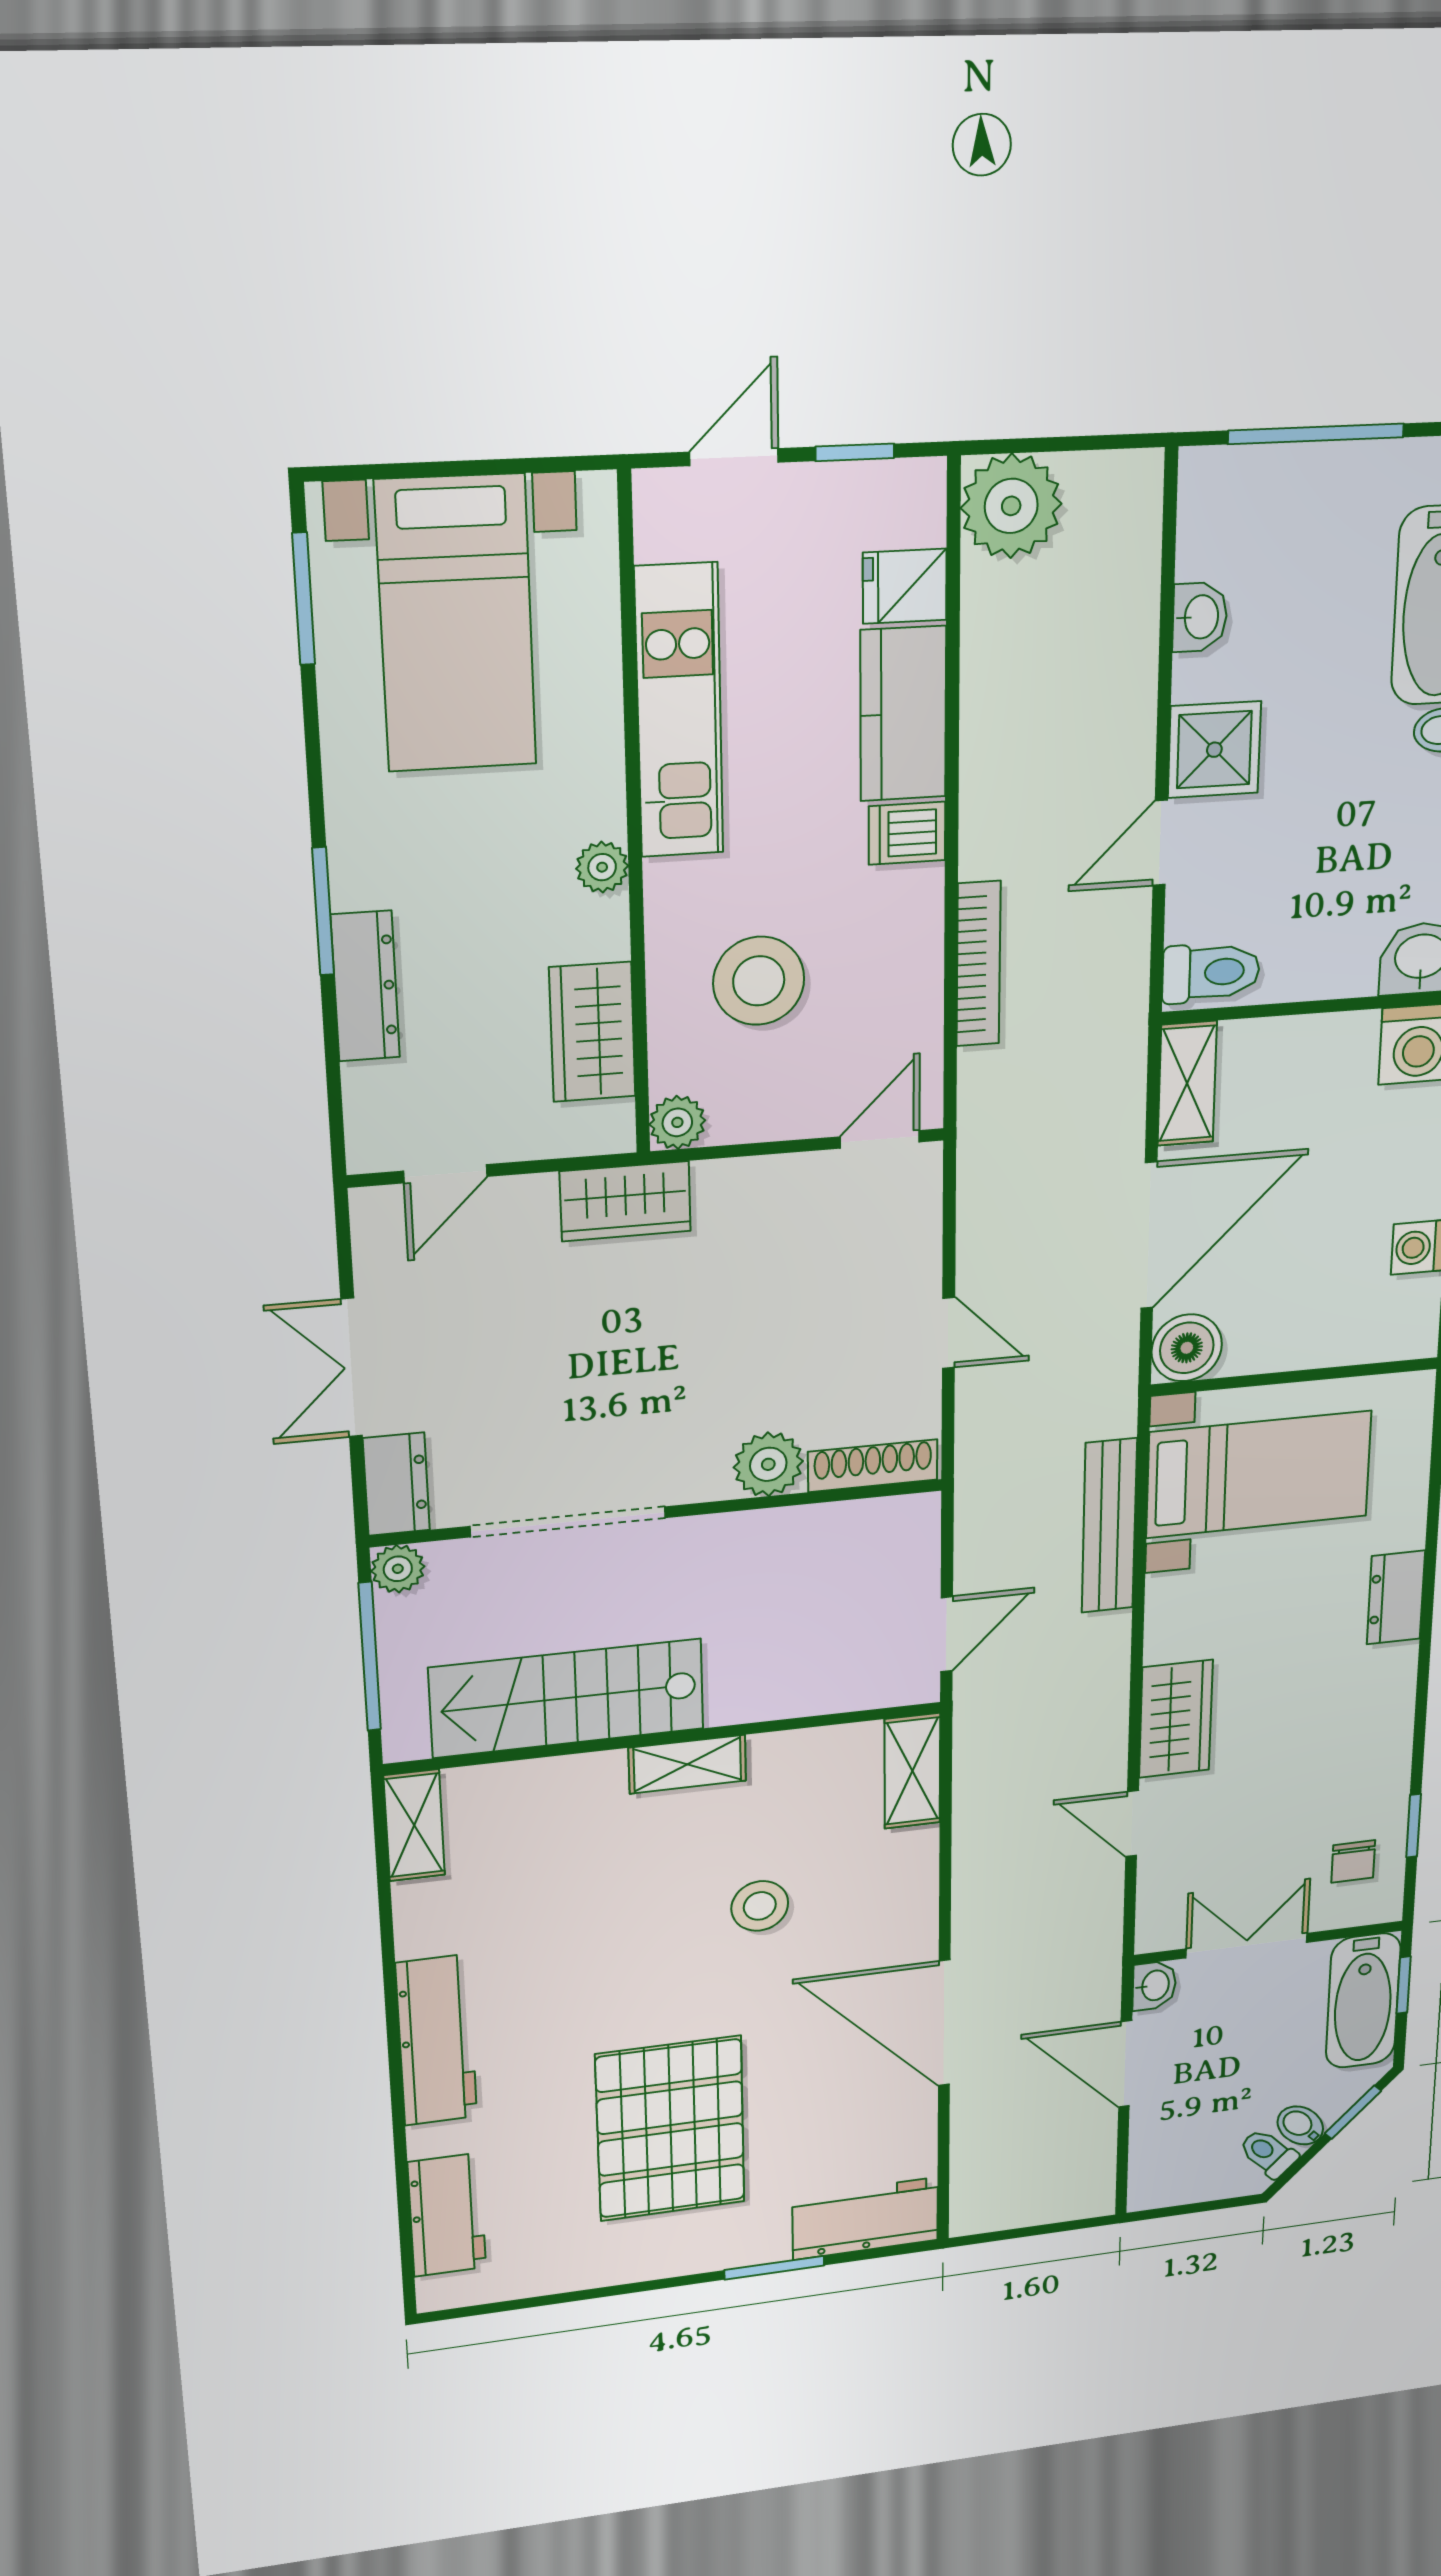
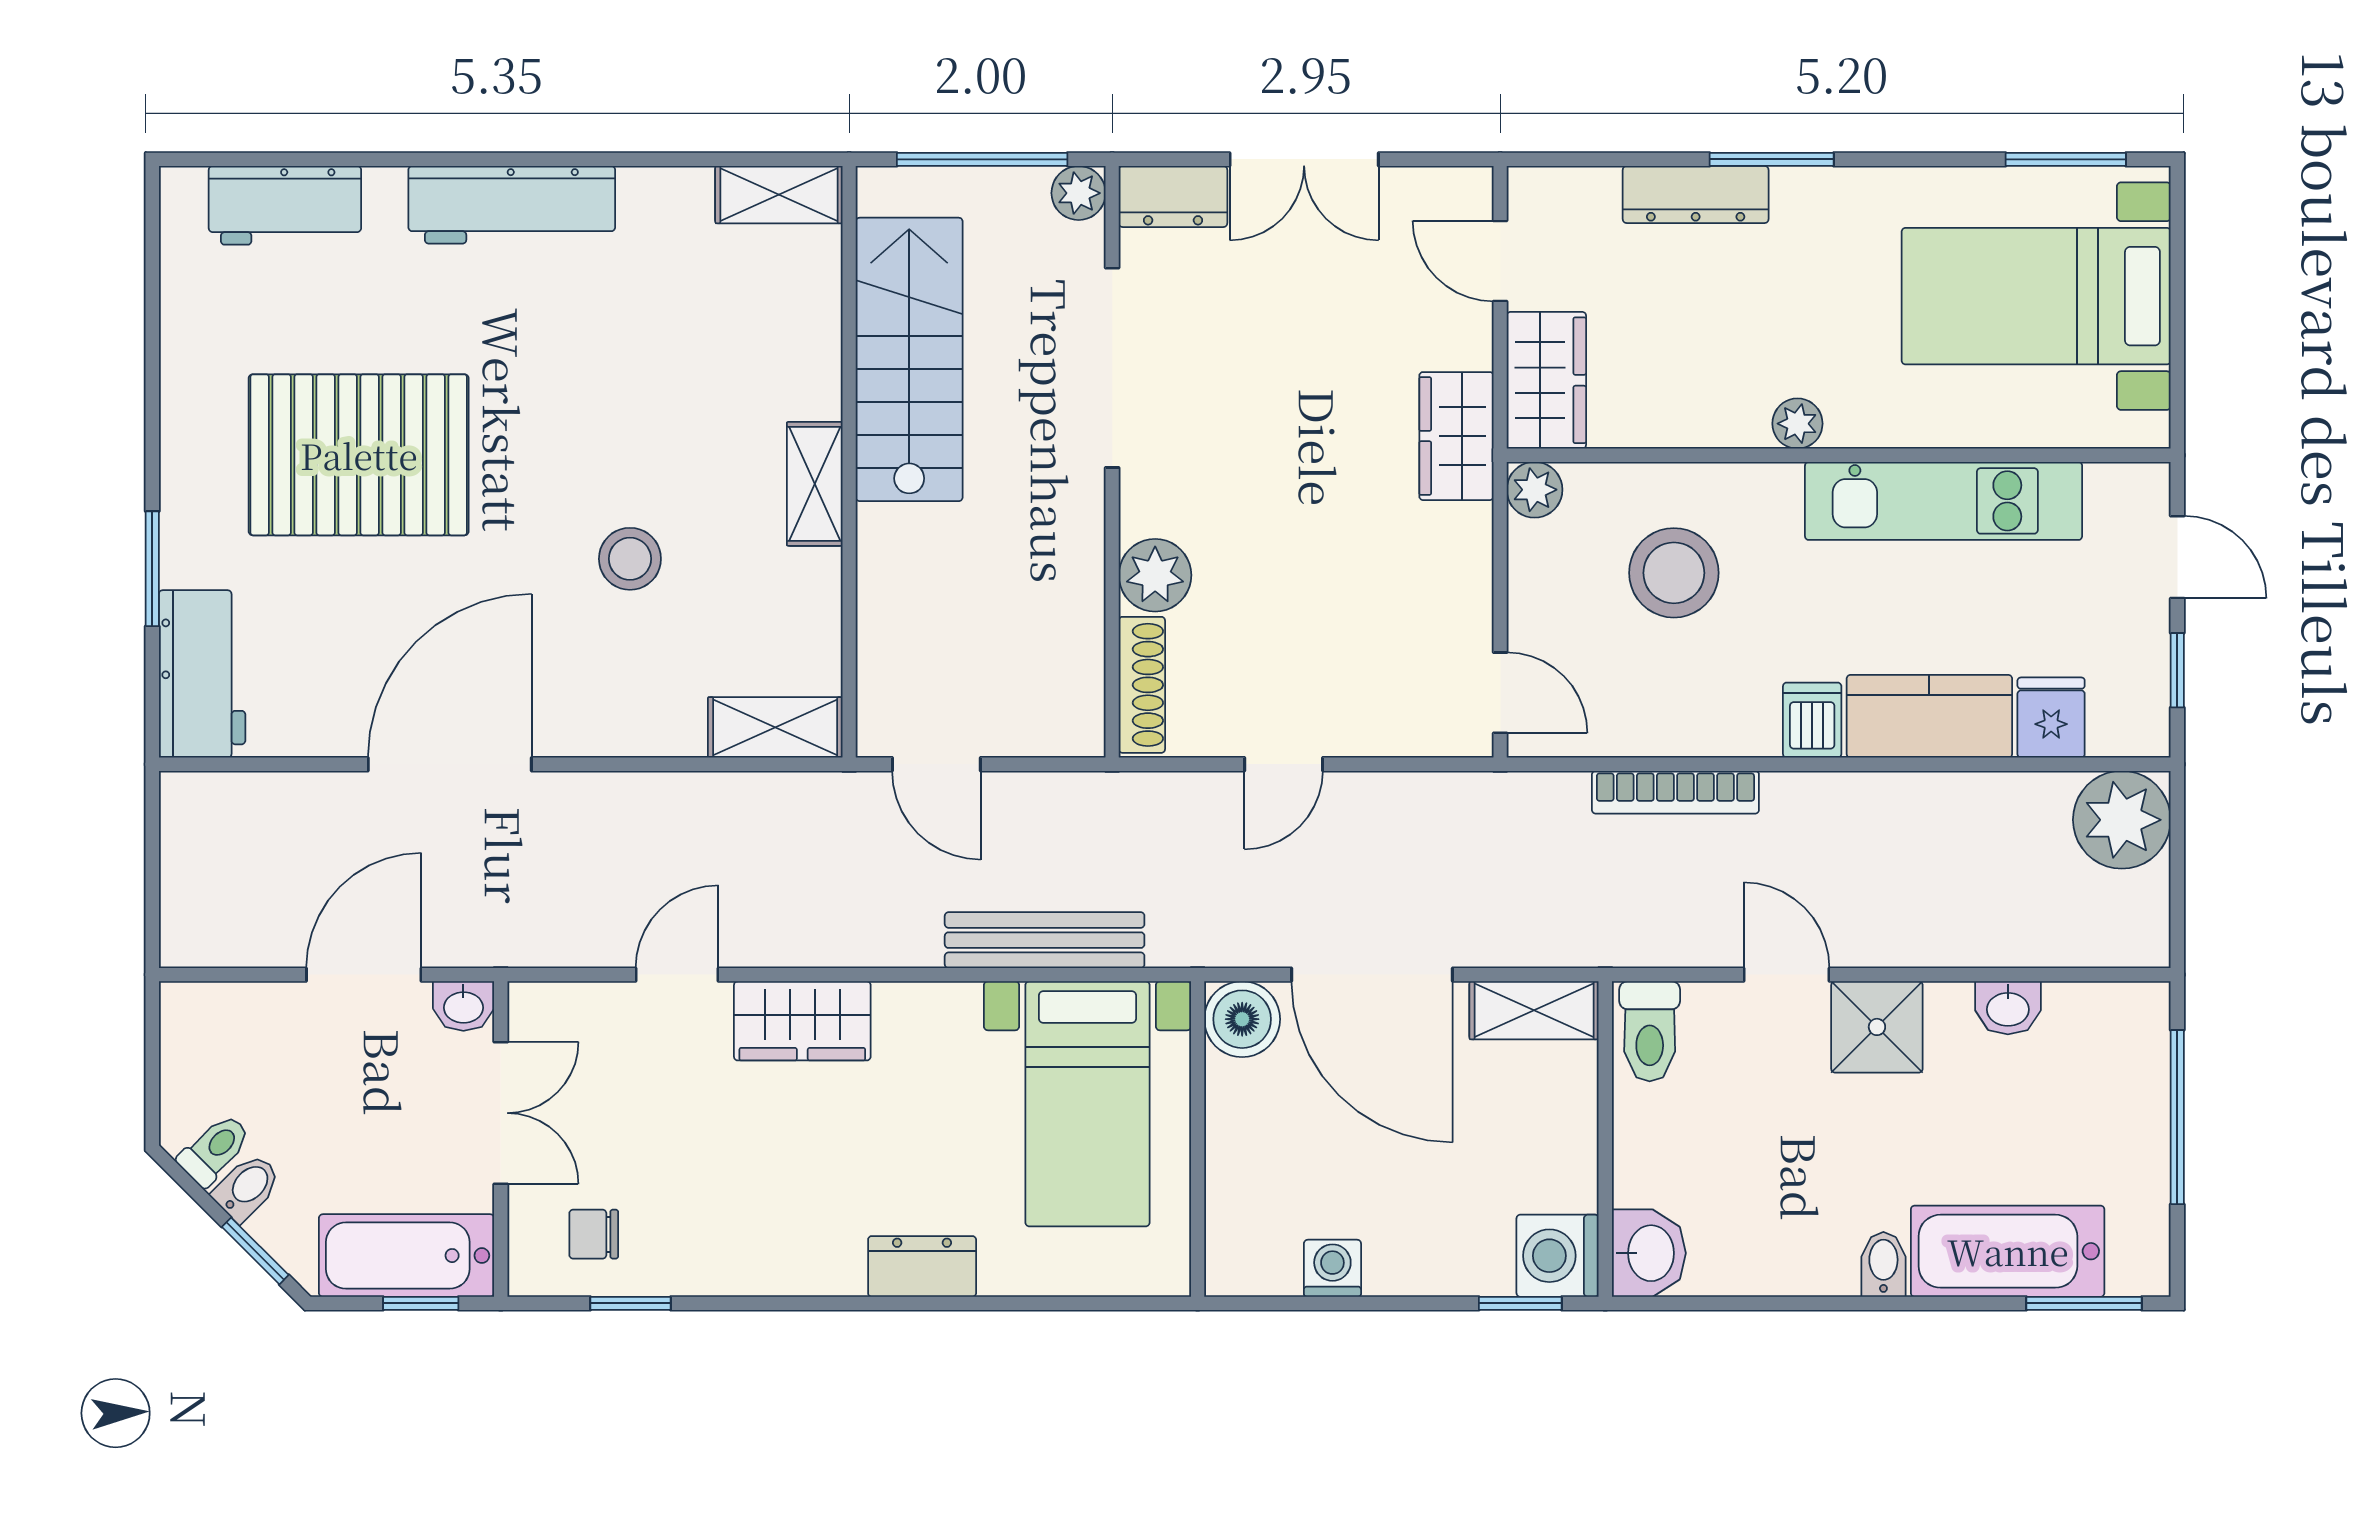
wardrobe: (592, 1032) -> (1546, 380), moved, turned 90
double door: (352, 1368) -> (1304, 159), swing flipped

